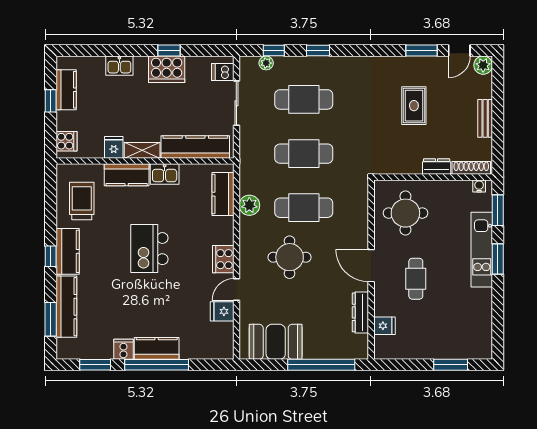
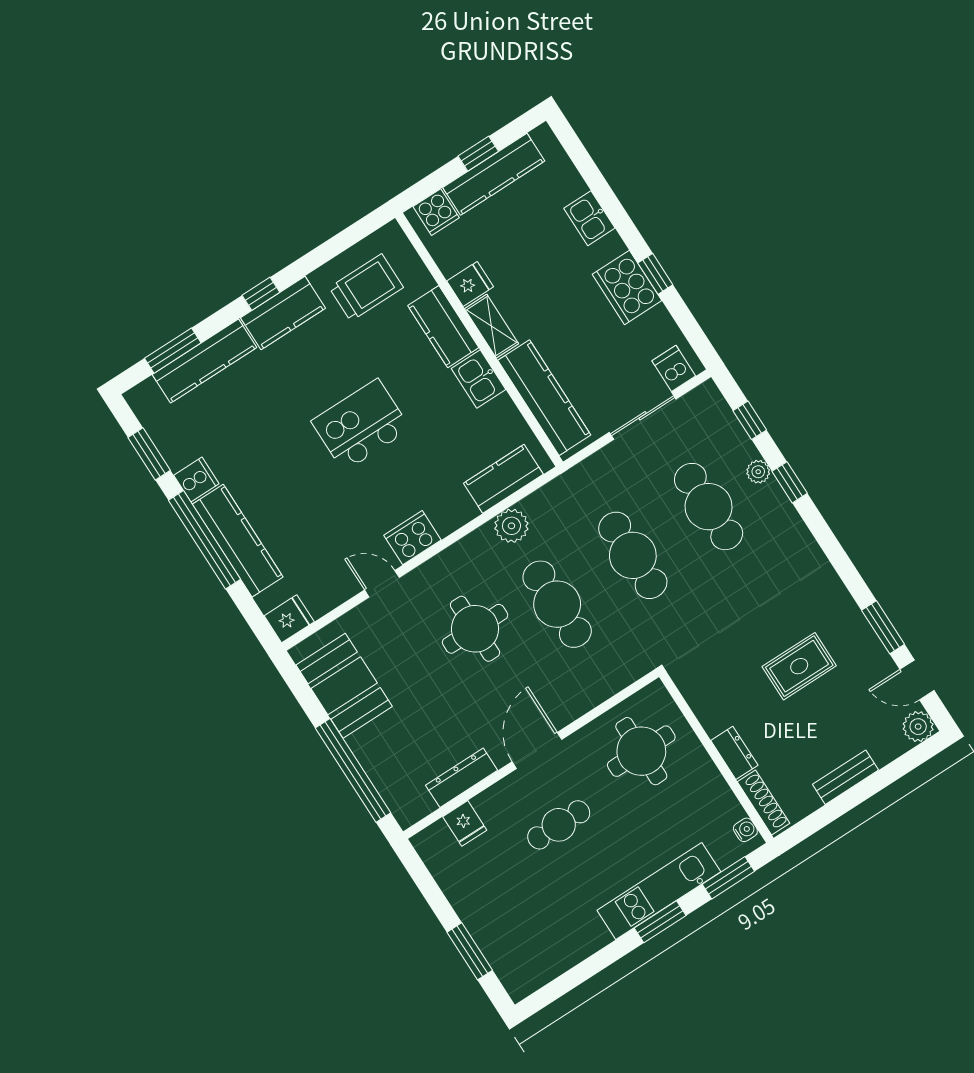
plant: (266, 63) -> (758, 472), moved
kitchen counter: (66, 90) -> (494, 174), width x1.50
fridge: (222, 311) -> (289, 619), moved, turned 90
kitchen counter: (157, 348) -> (238, 541), width x1.50

